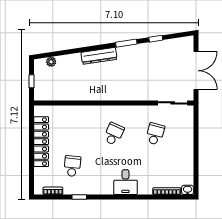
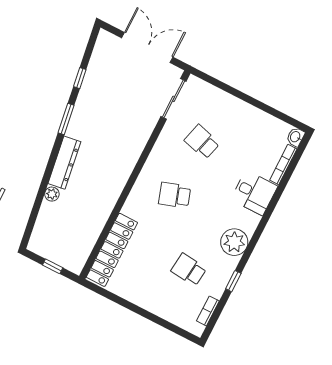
plant: (51, 62) -> (52, 194), moved
school desk: (114, 134) -> (175, 195), turned -42
locker: (41, 142) -> (112, 250), moved, turned 90
desk: (125, 182) -> (254, 193), moved
plant: (104, 185) -> (234, 242), added

